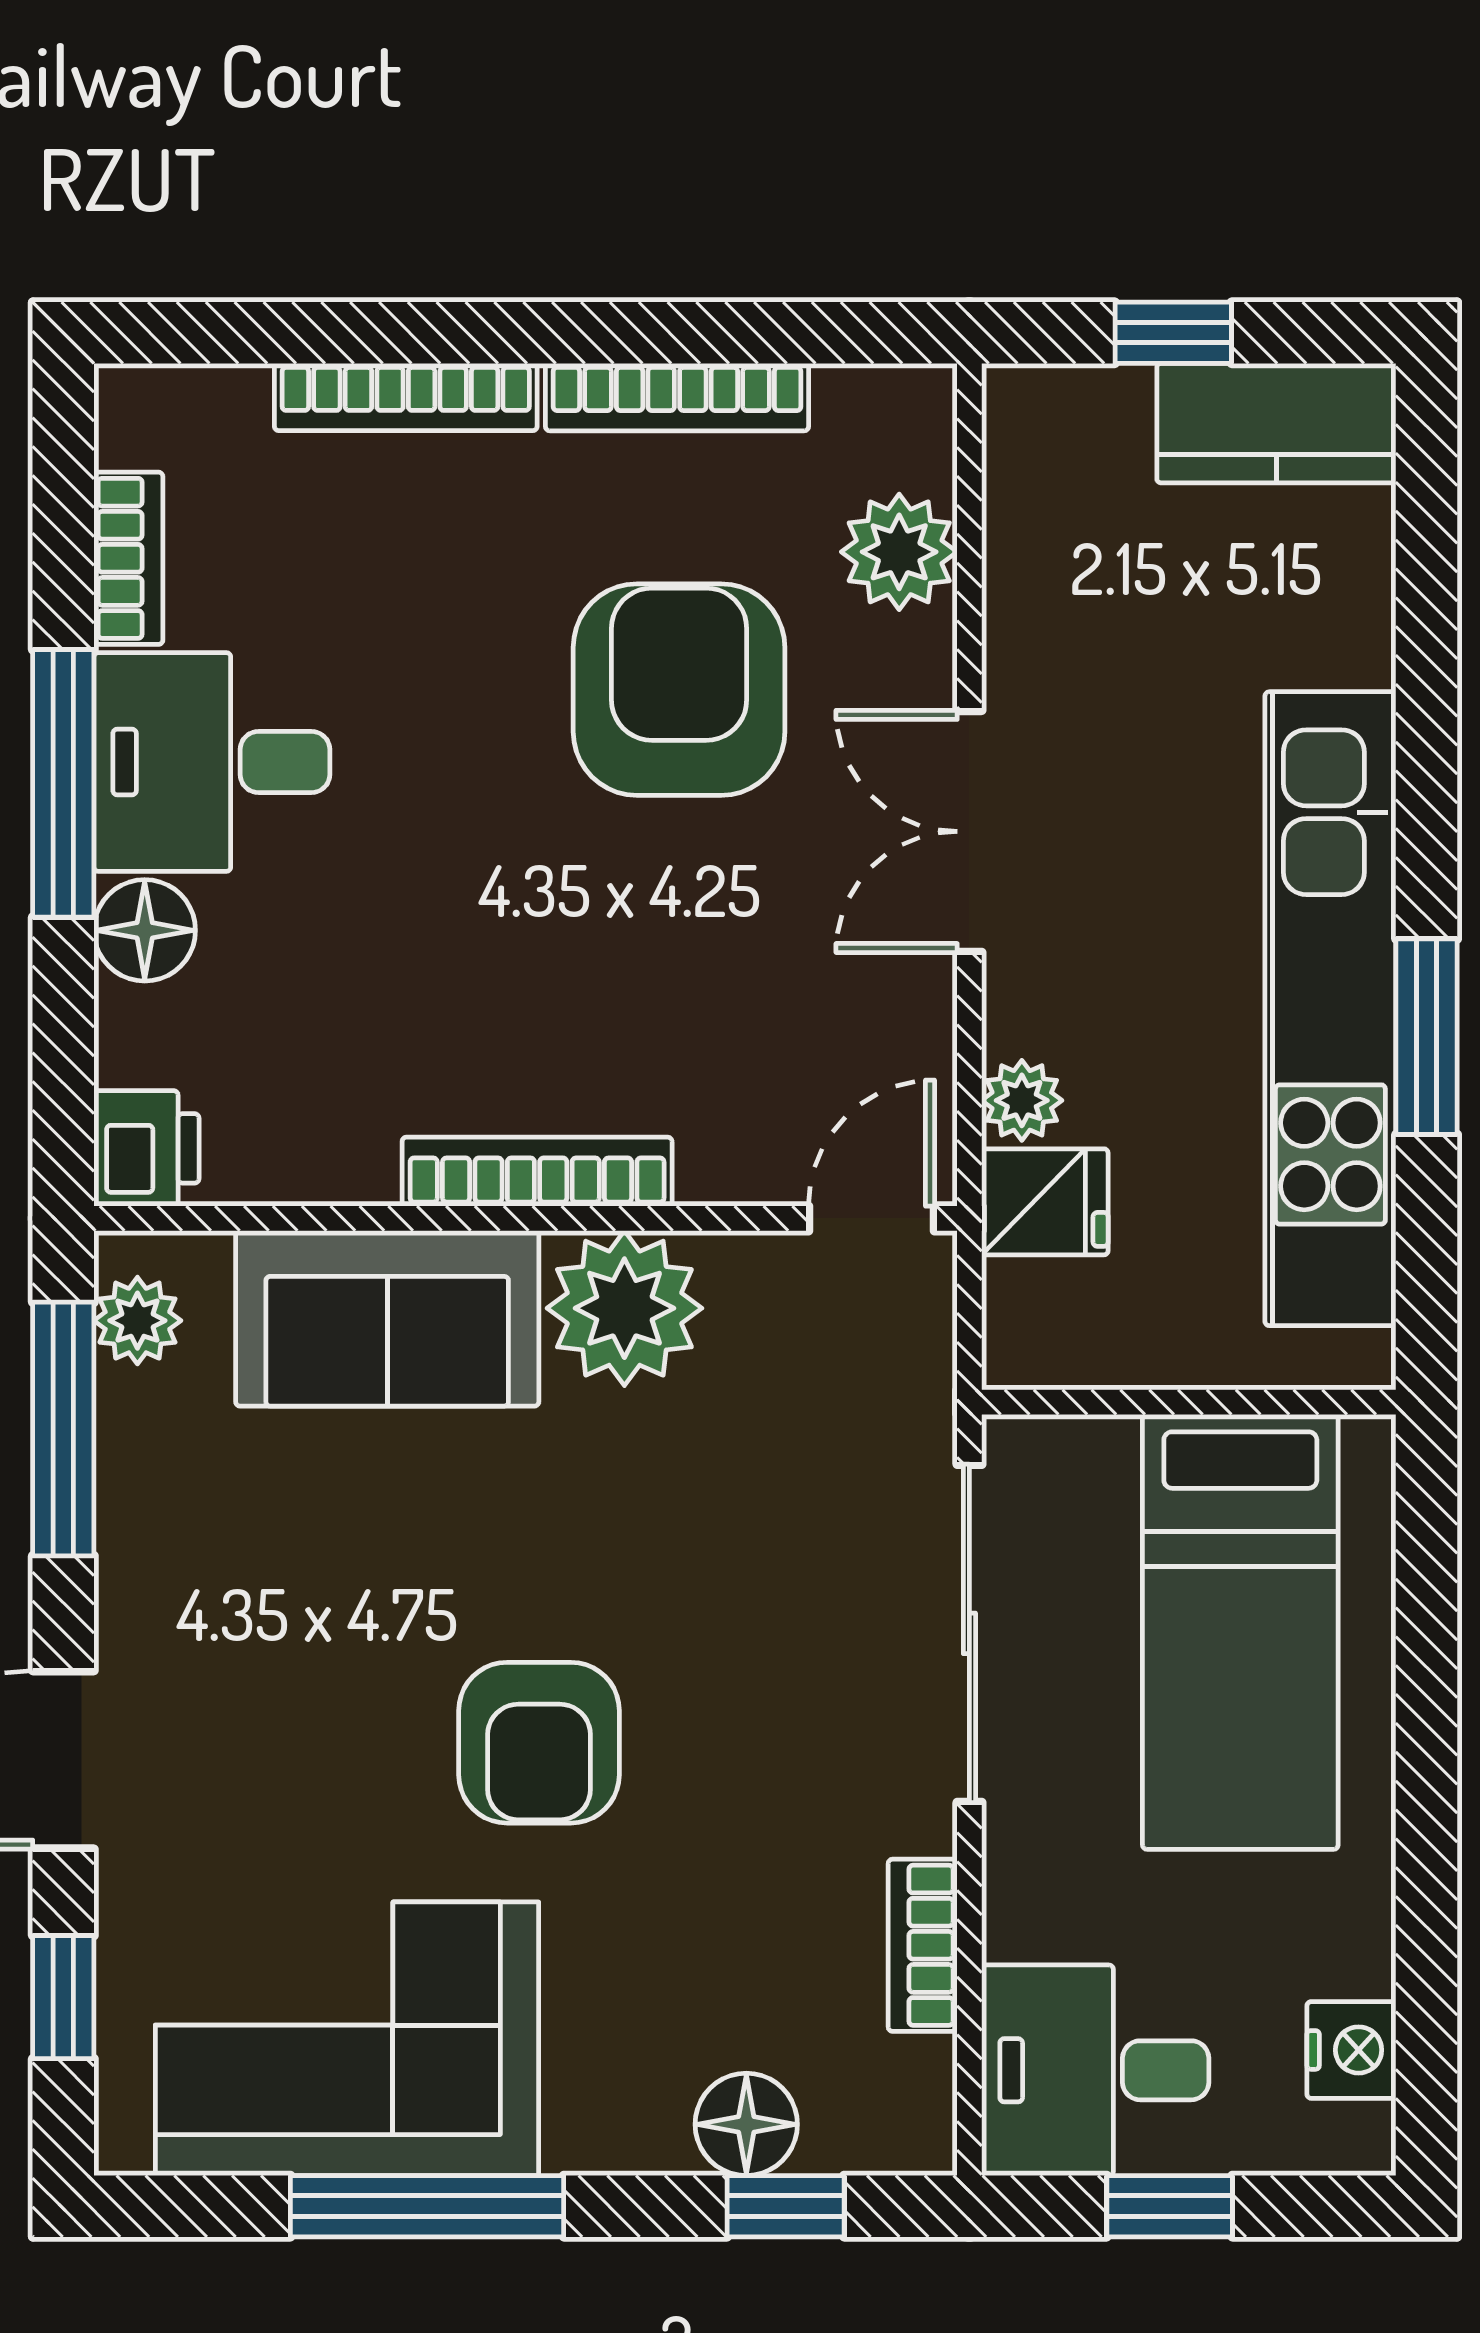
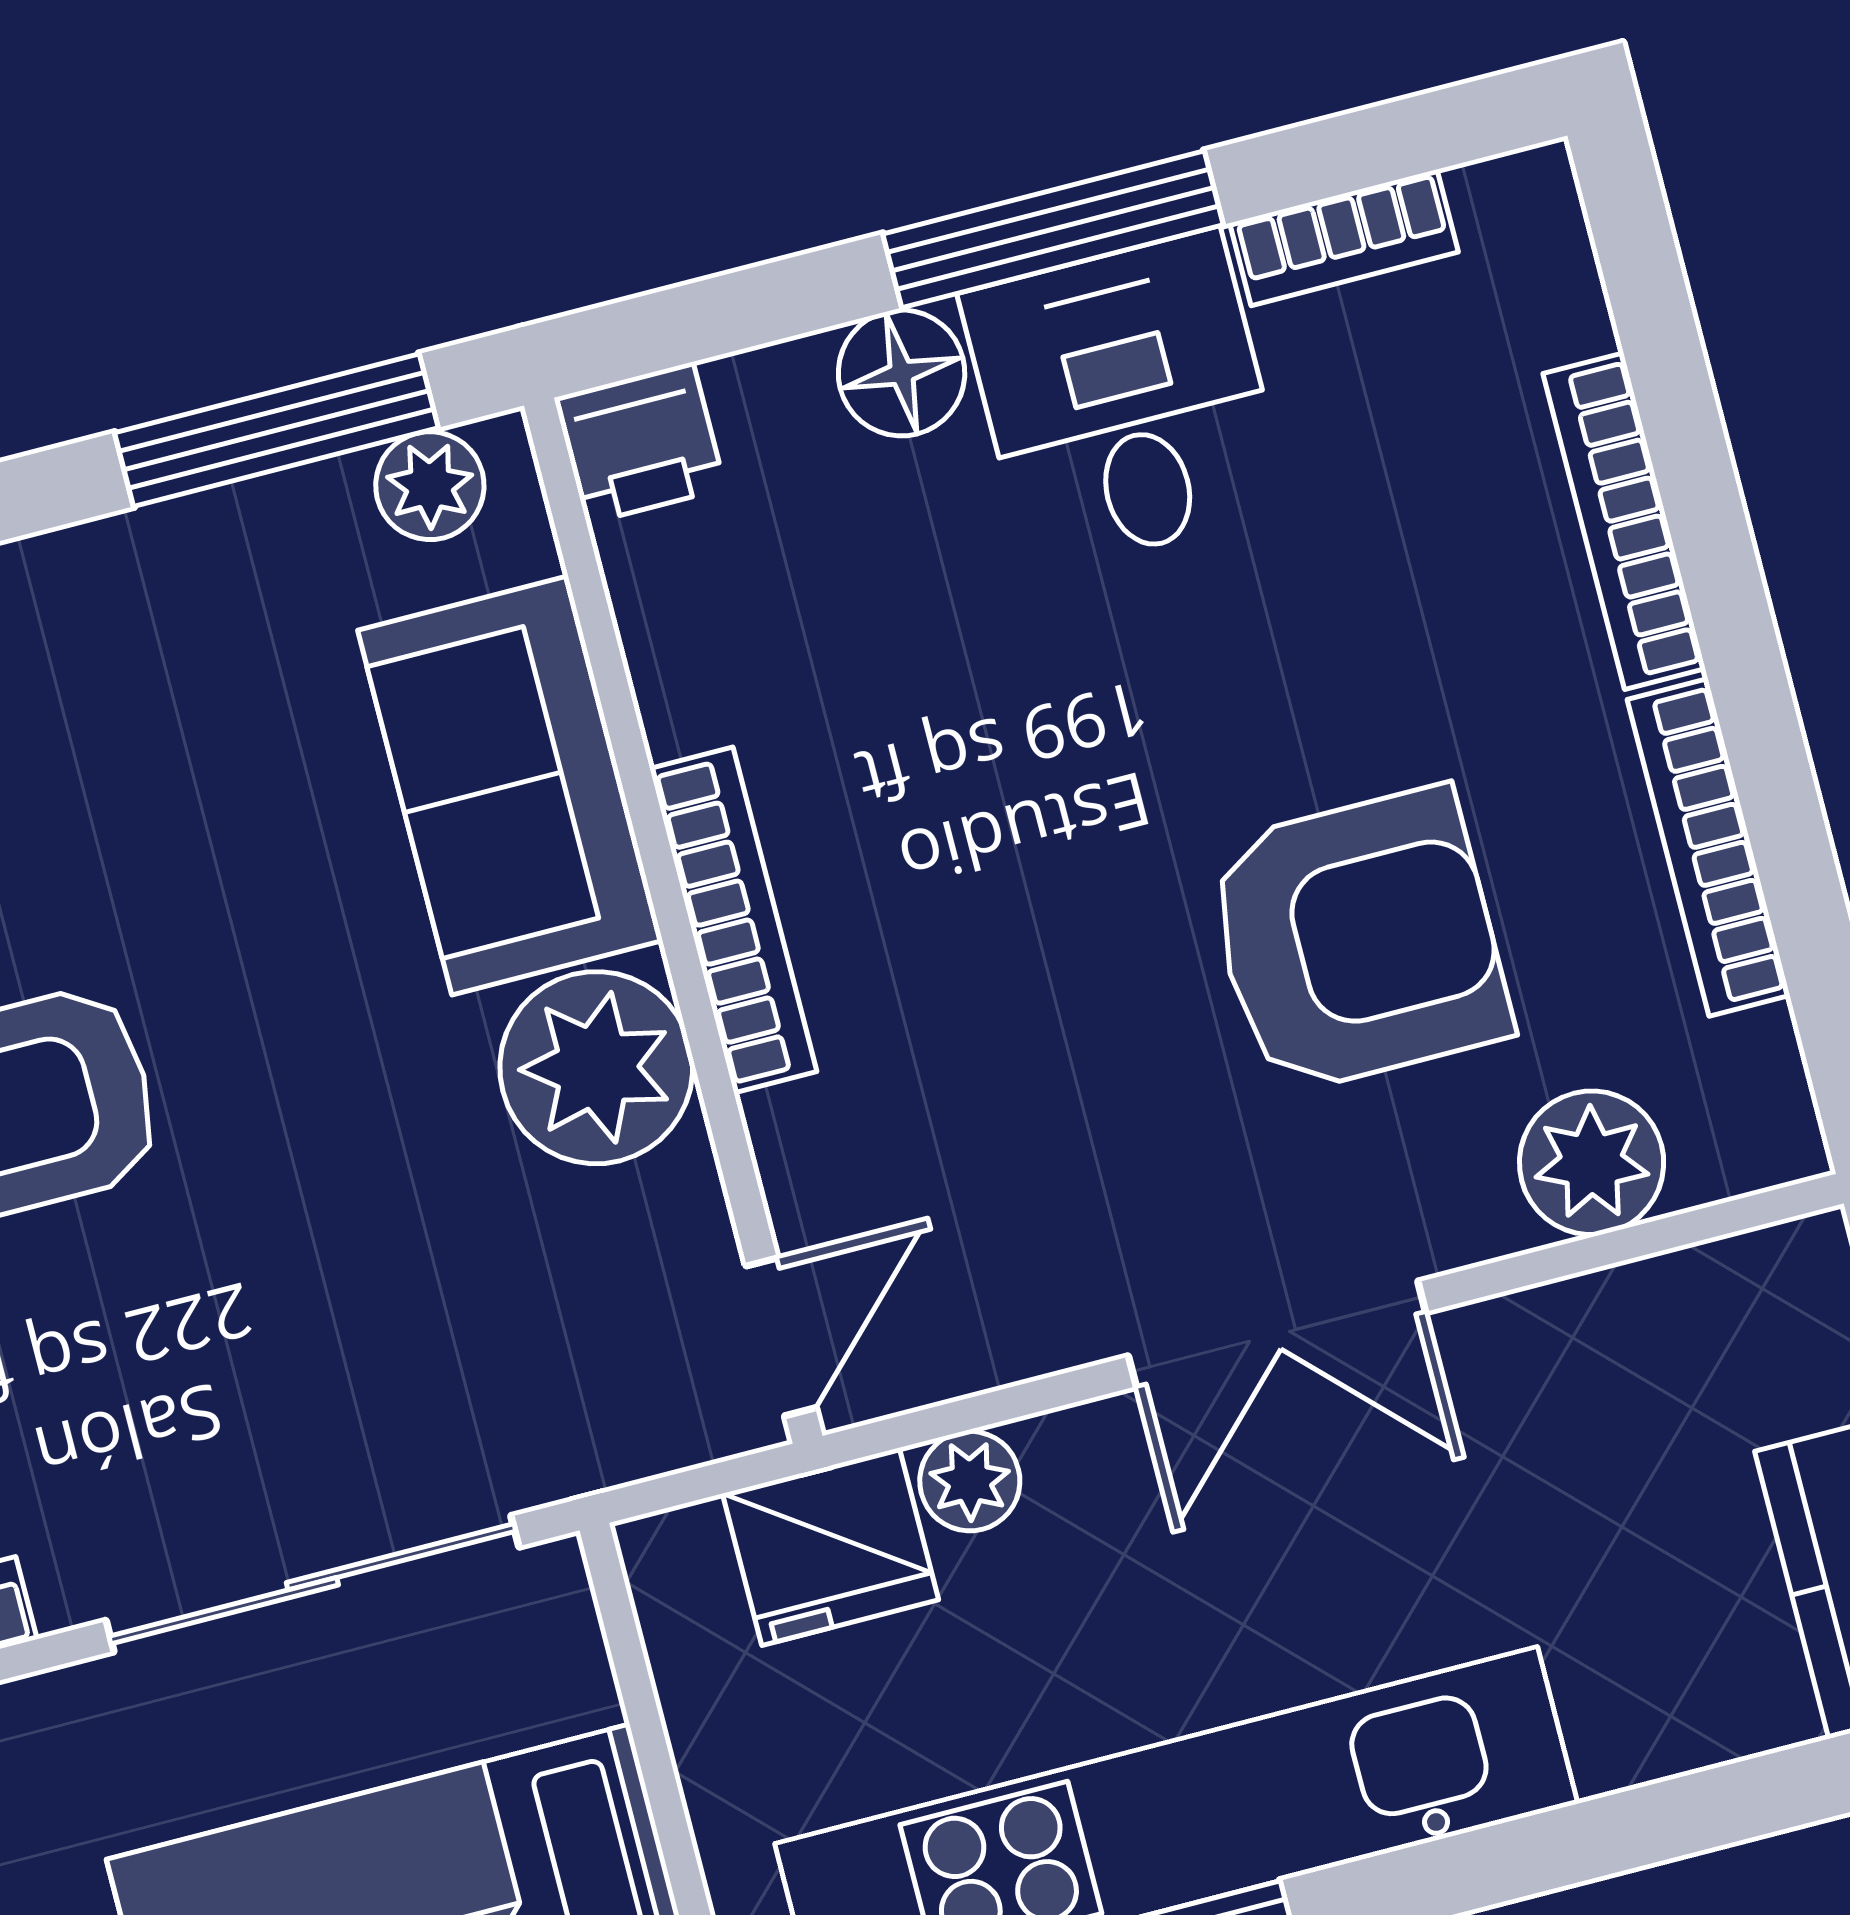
double door: (969, 831) -> (1277, 1334), swing flipped
fridge: (1045, 1202) -> (830, 1547), width x1.38
door: (872, 1218) -> (781, 1337), hinge flipped

